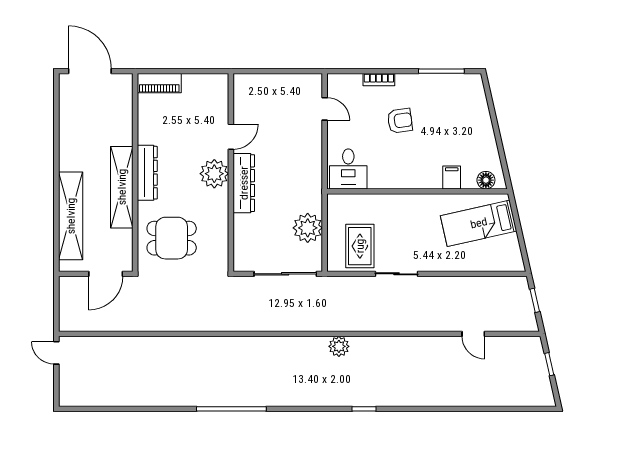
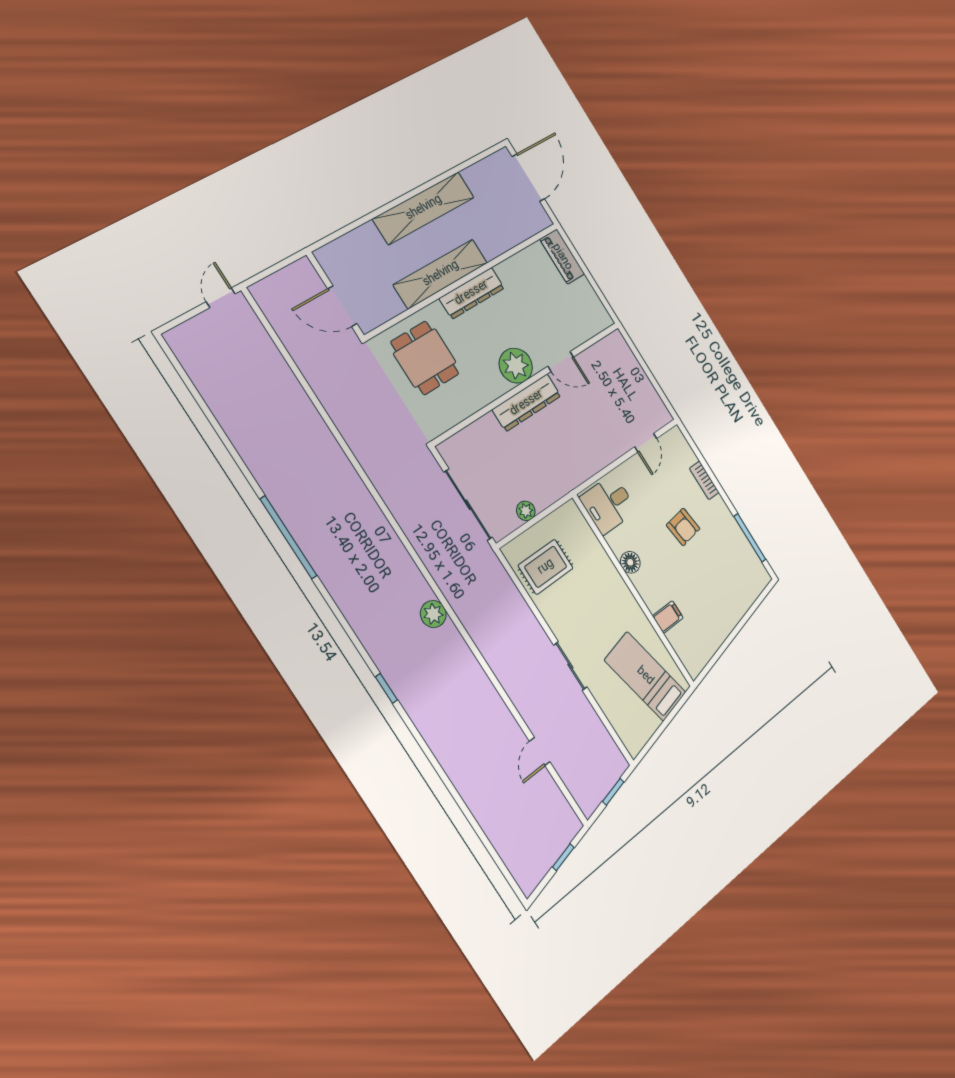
floor lamp: (486, 180) -> (630, 562), moved
shelving: (71, 216) -> (424, 208), moved
plant: (308, 228) -> (526, 511), width x0.53, depth x0.53
sliding door: (396, 274) -> (570, 666), moved

